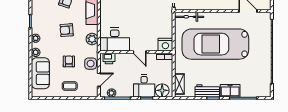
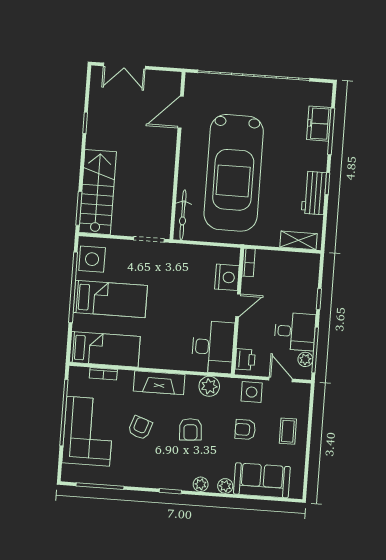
nightstand: (165, 45) -> (227, 277), moved
desk: (144, 86) -> (295, 331), moved
floor lamp: (162, 90) -> (307, 271), removed
freezer: (230, 91) -> (319, 124), moved

